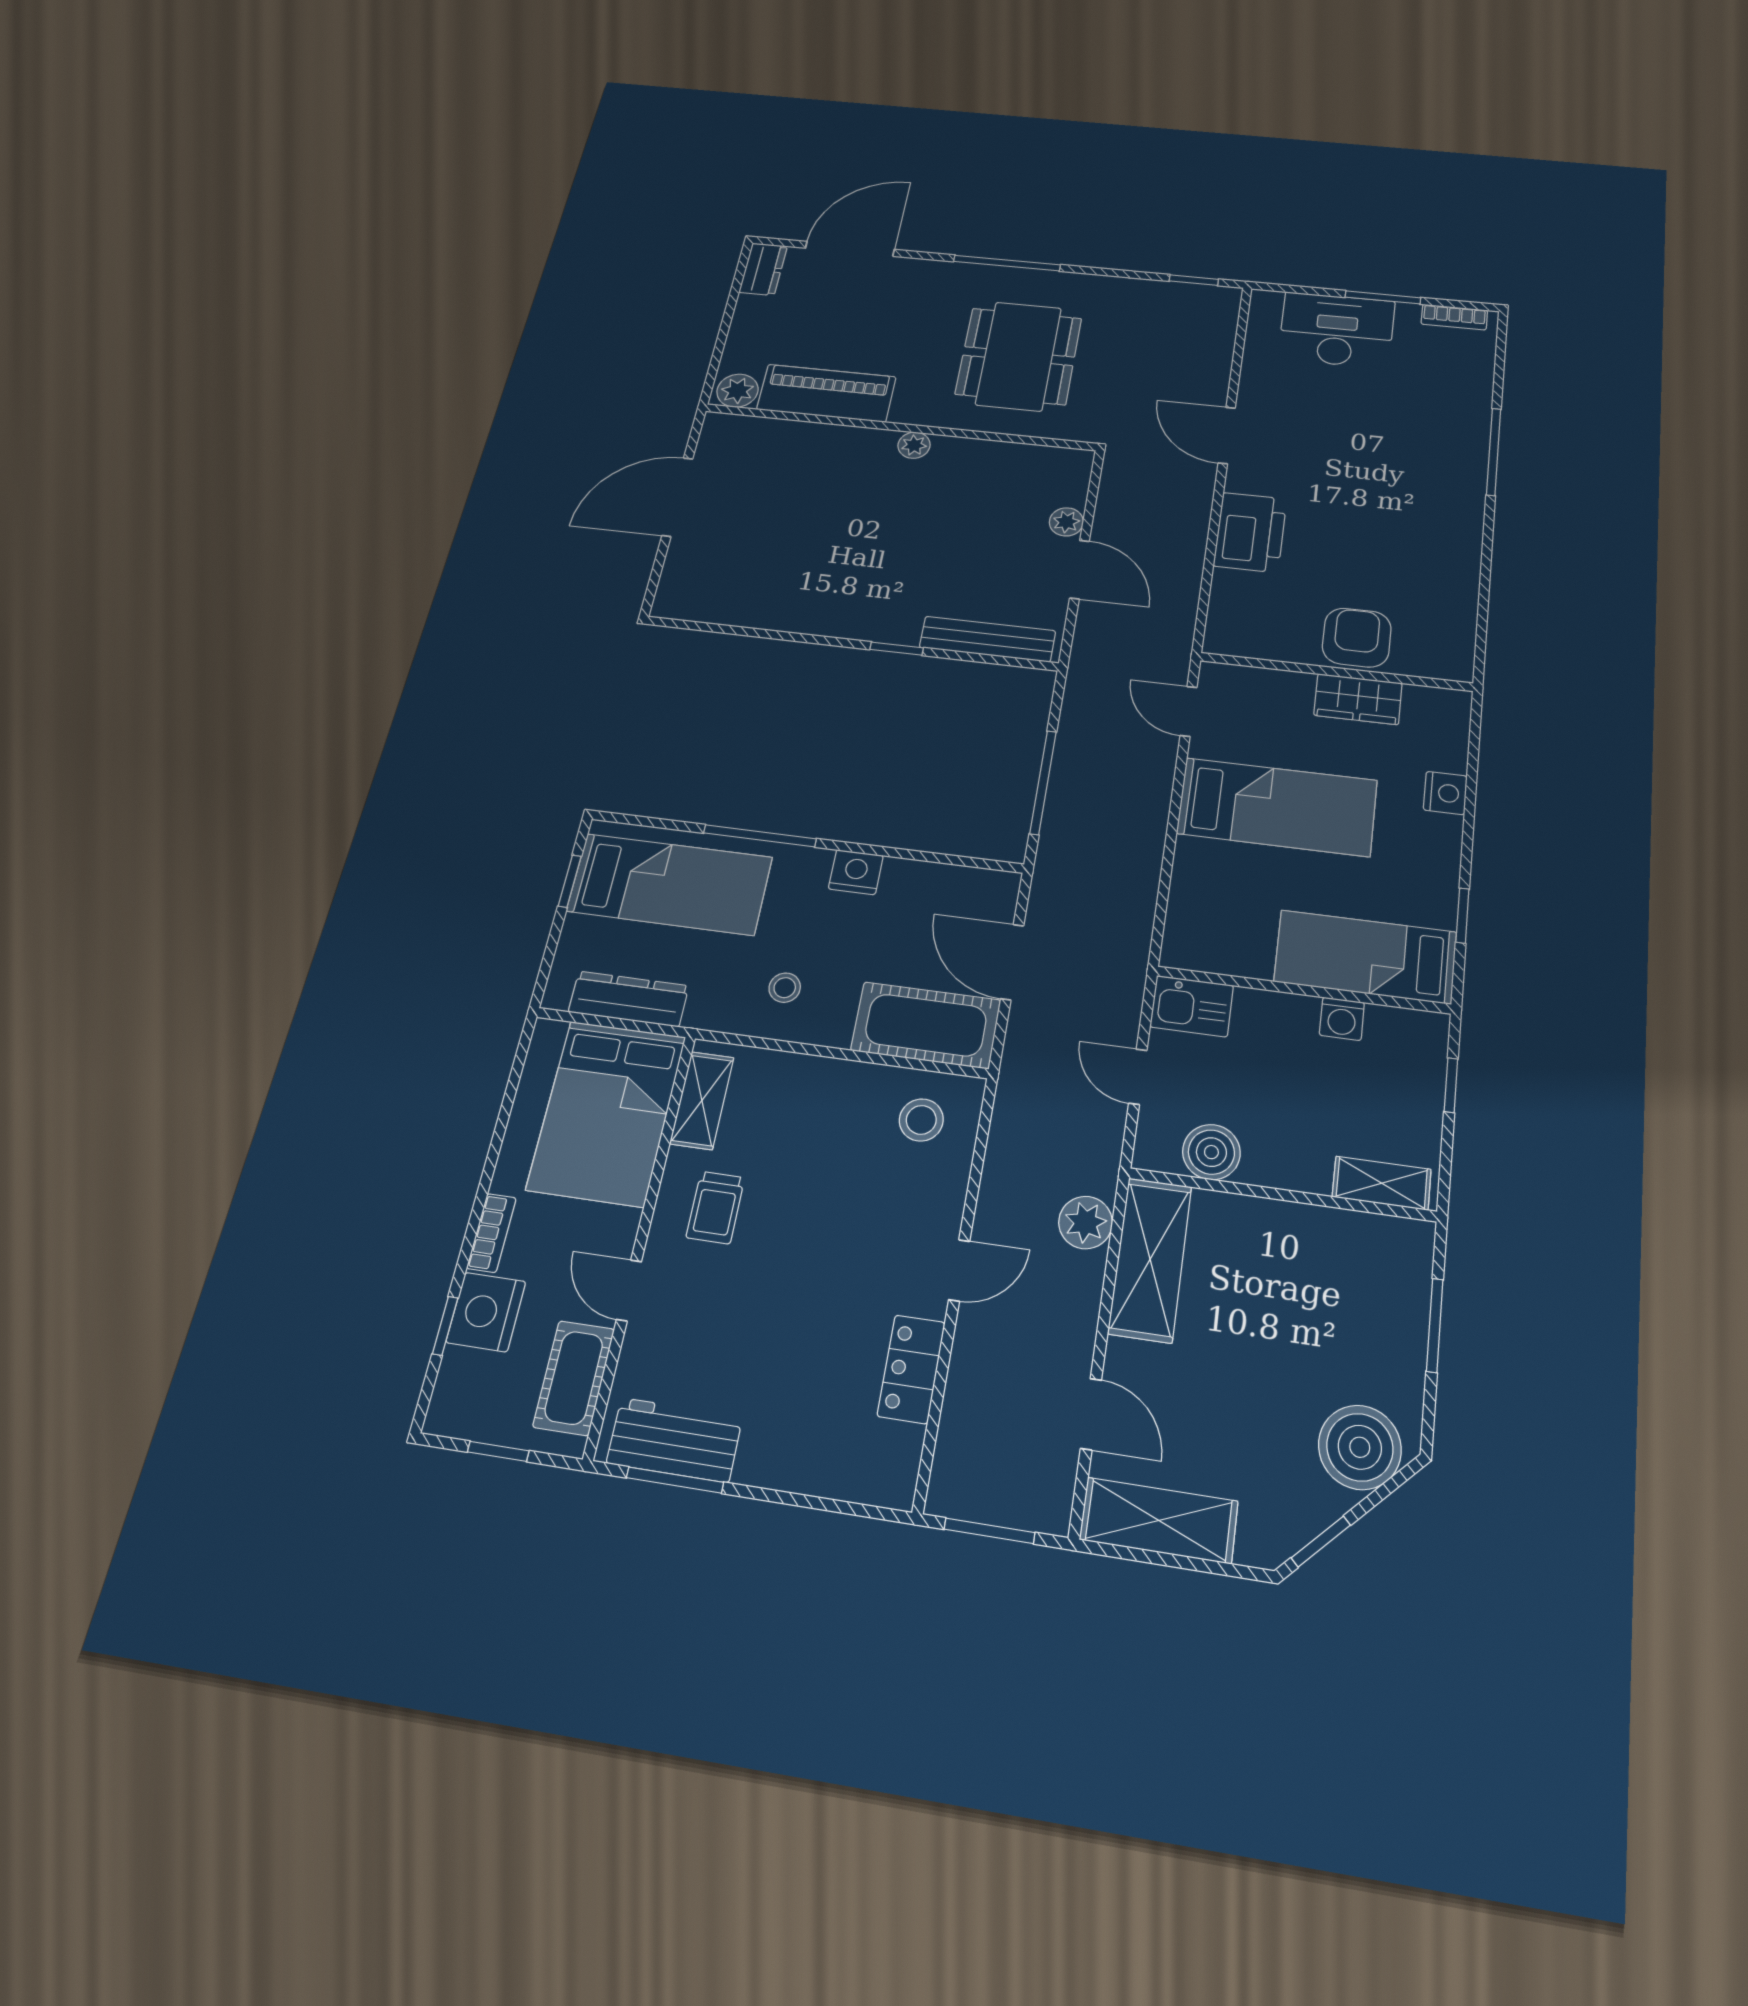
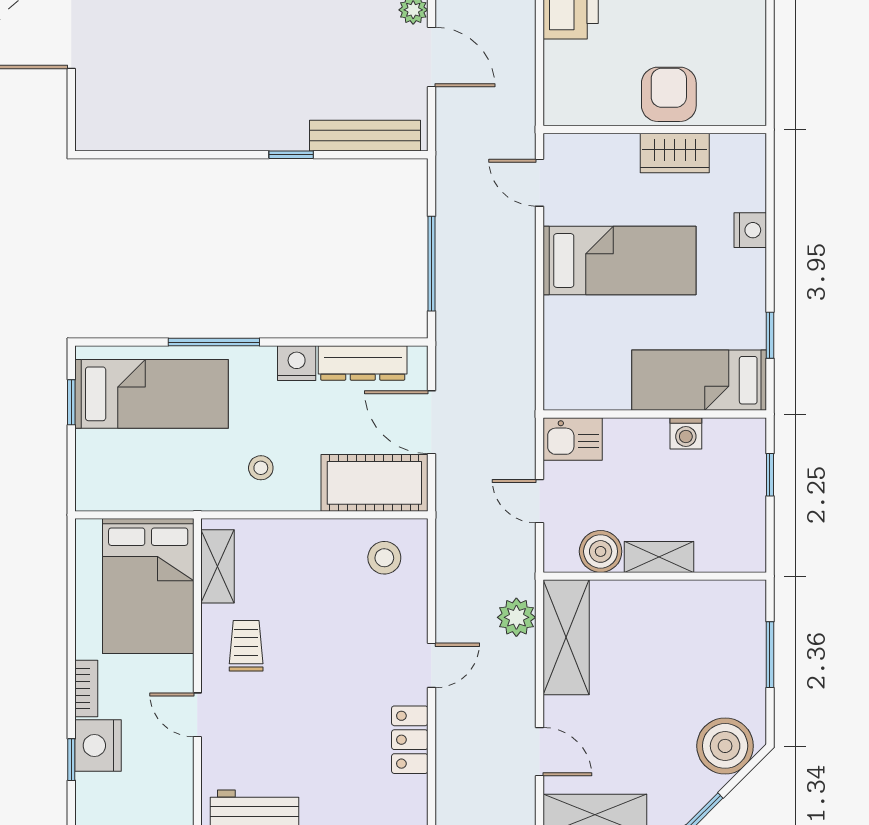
dresser: (629, 999) -> (363, 363), moved, turned 180
shelving: (1382, 1183) -> (659, 557), moved
trolley: (715, 1208) -> (246, 646), turned 180
cot: (574, 1378) -> (173, 782), removed

